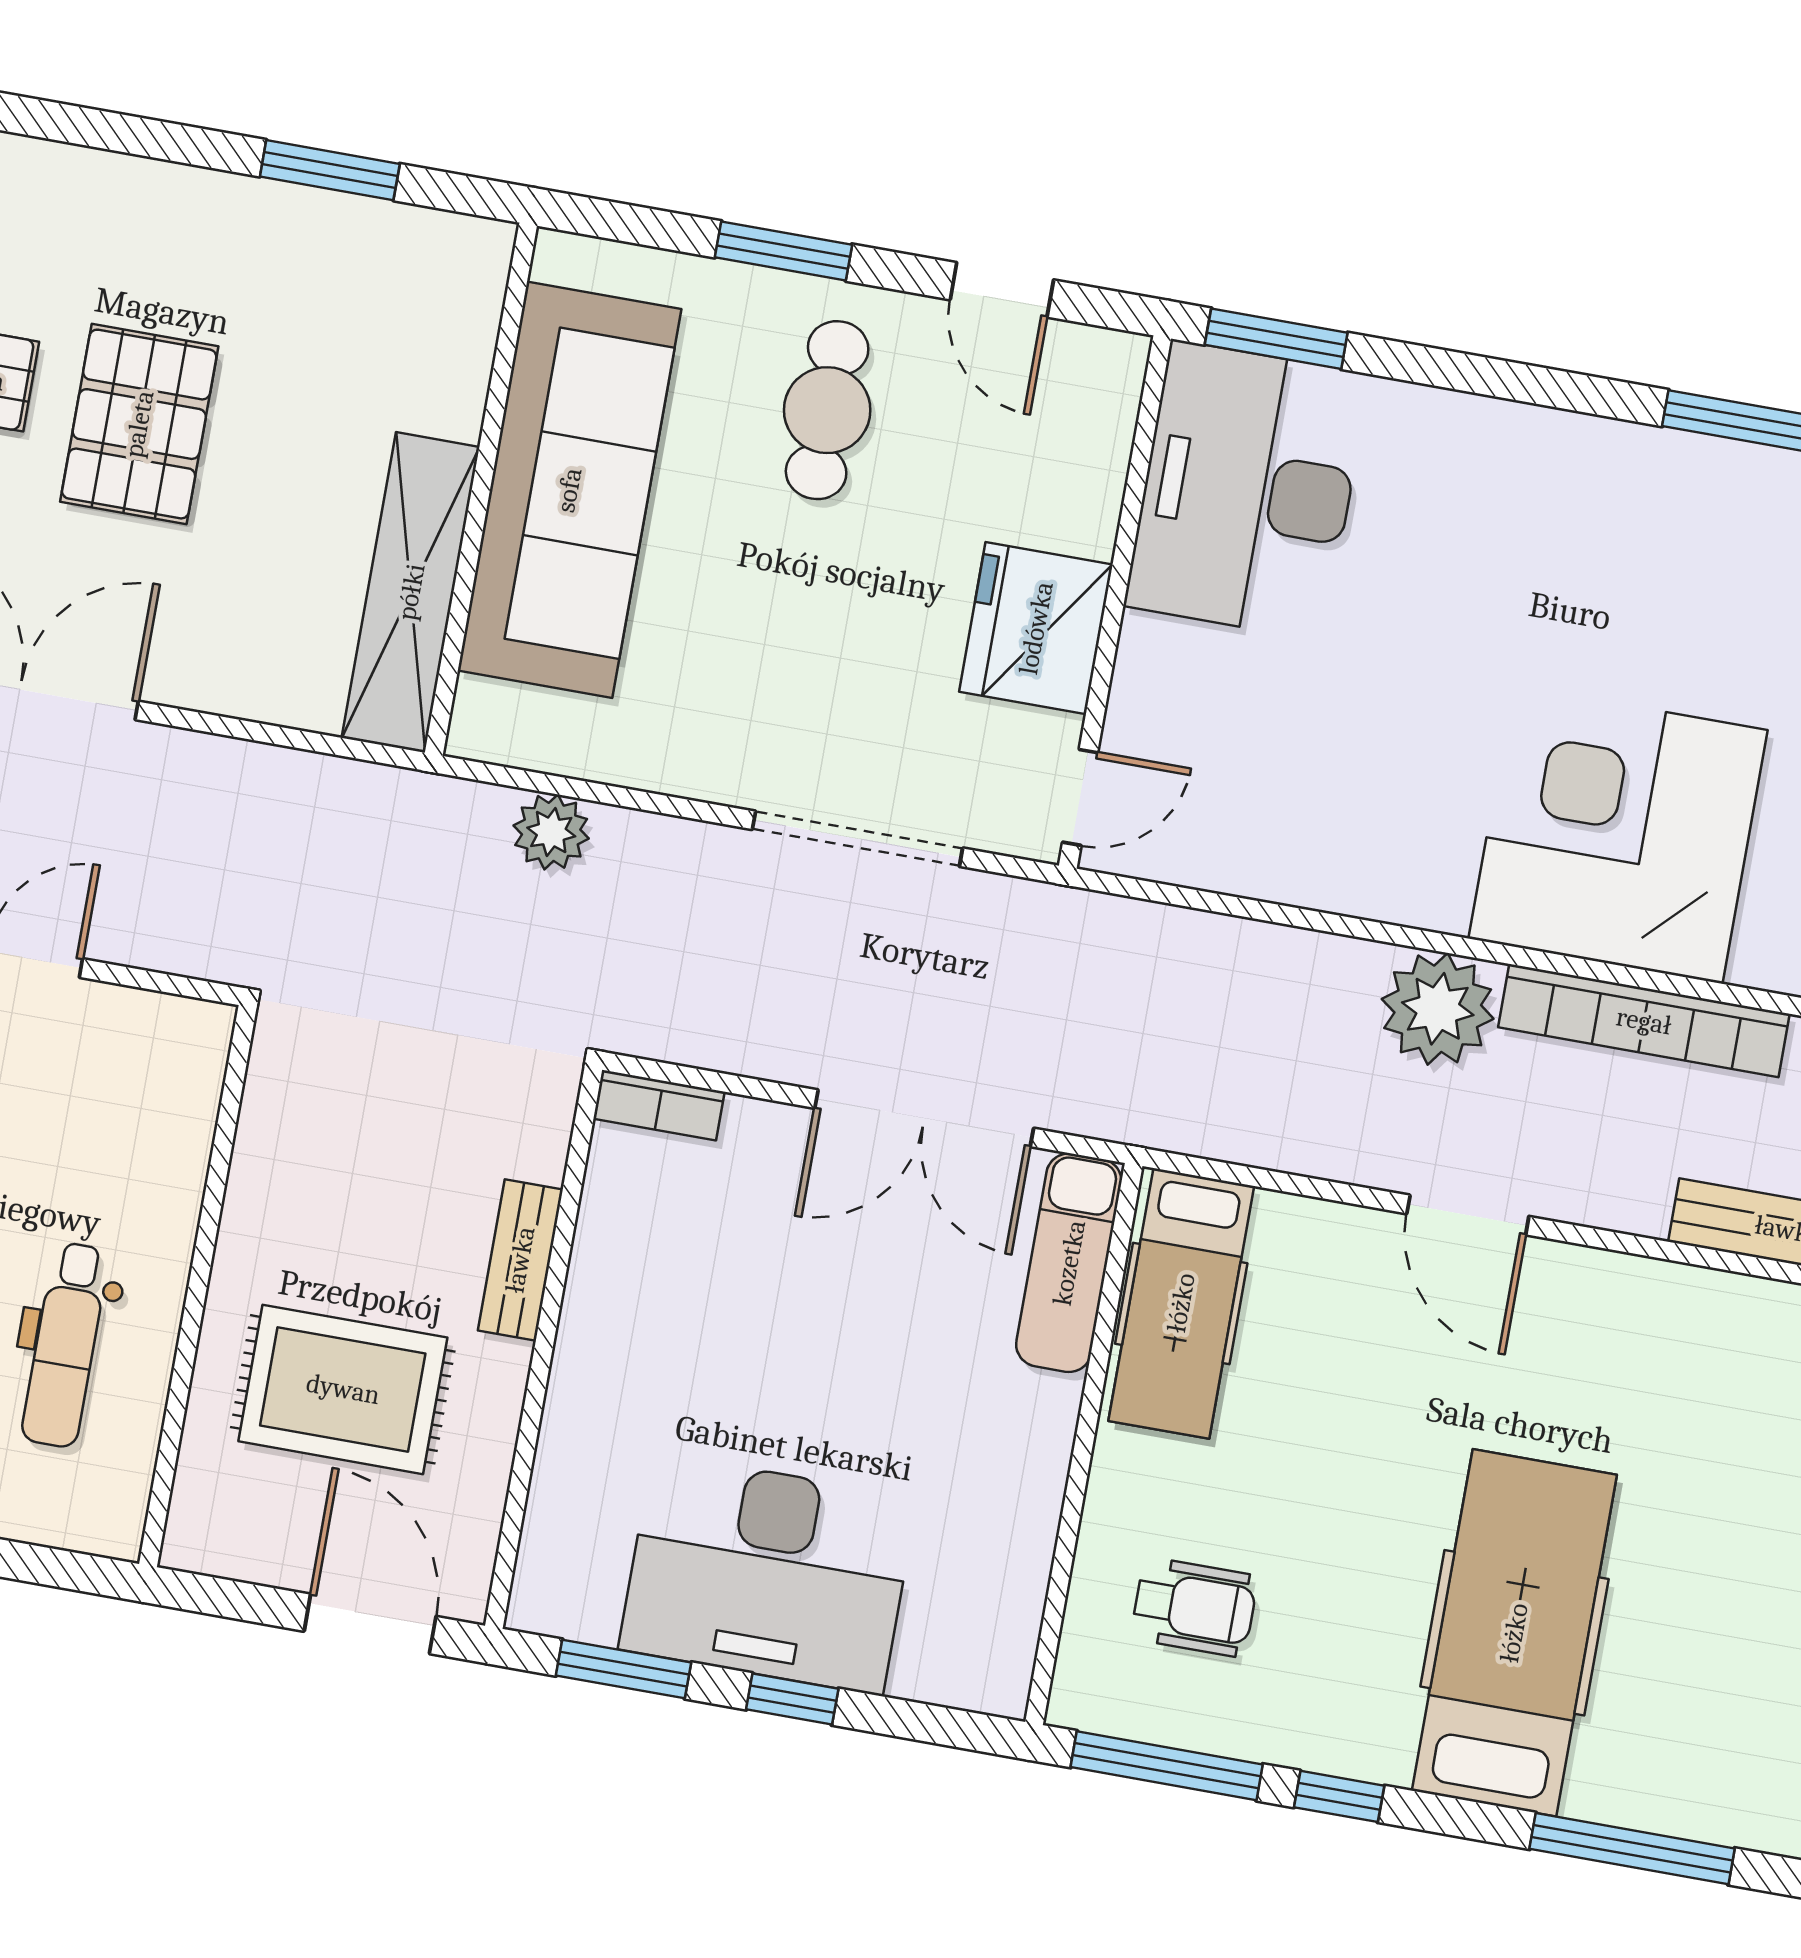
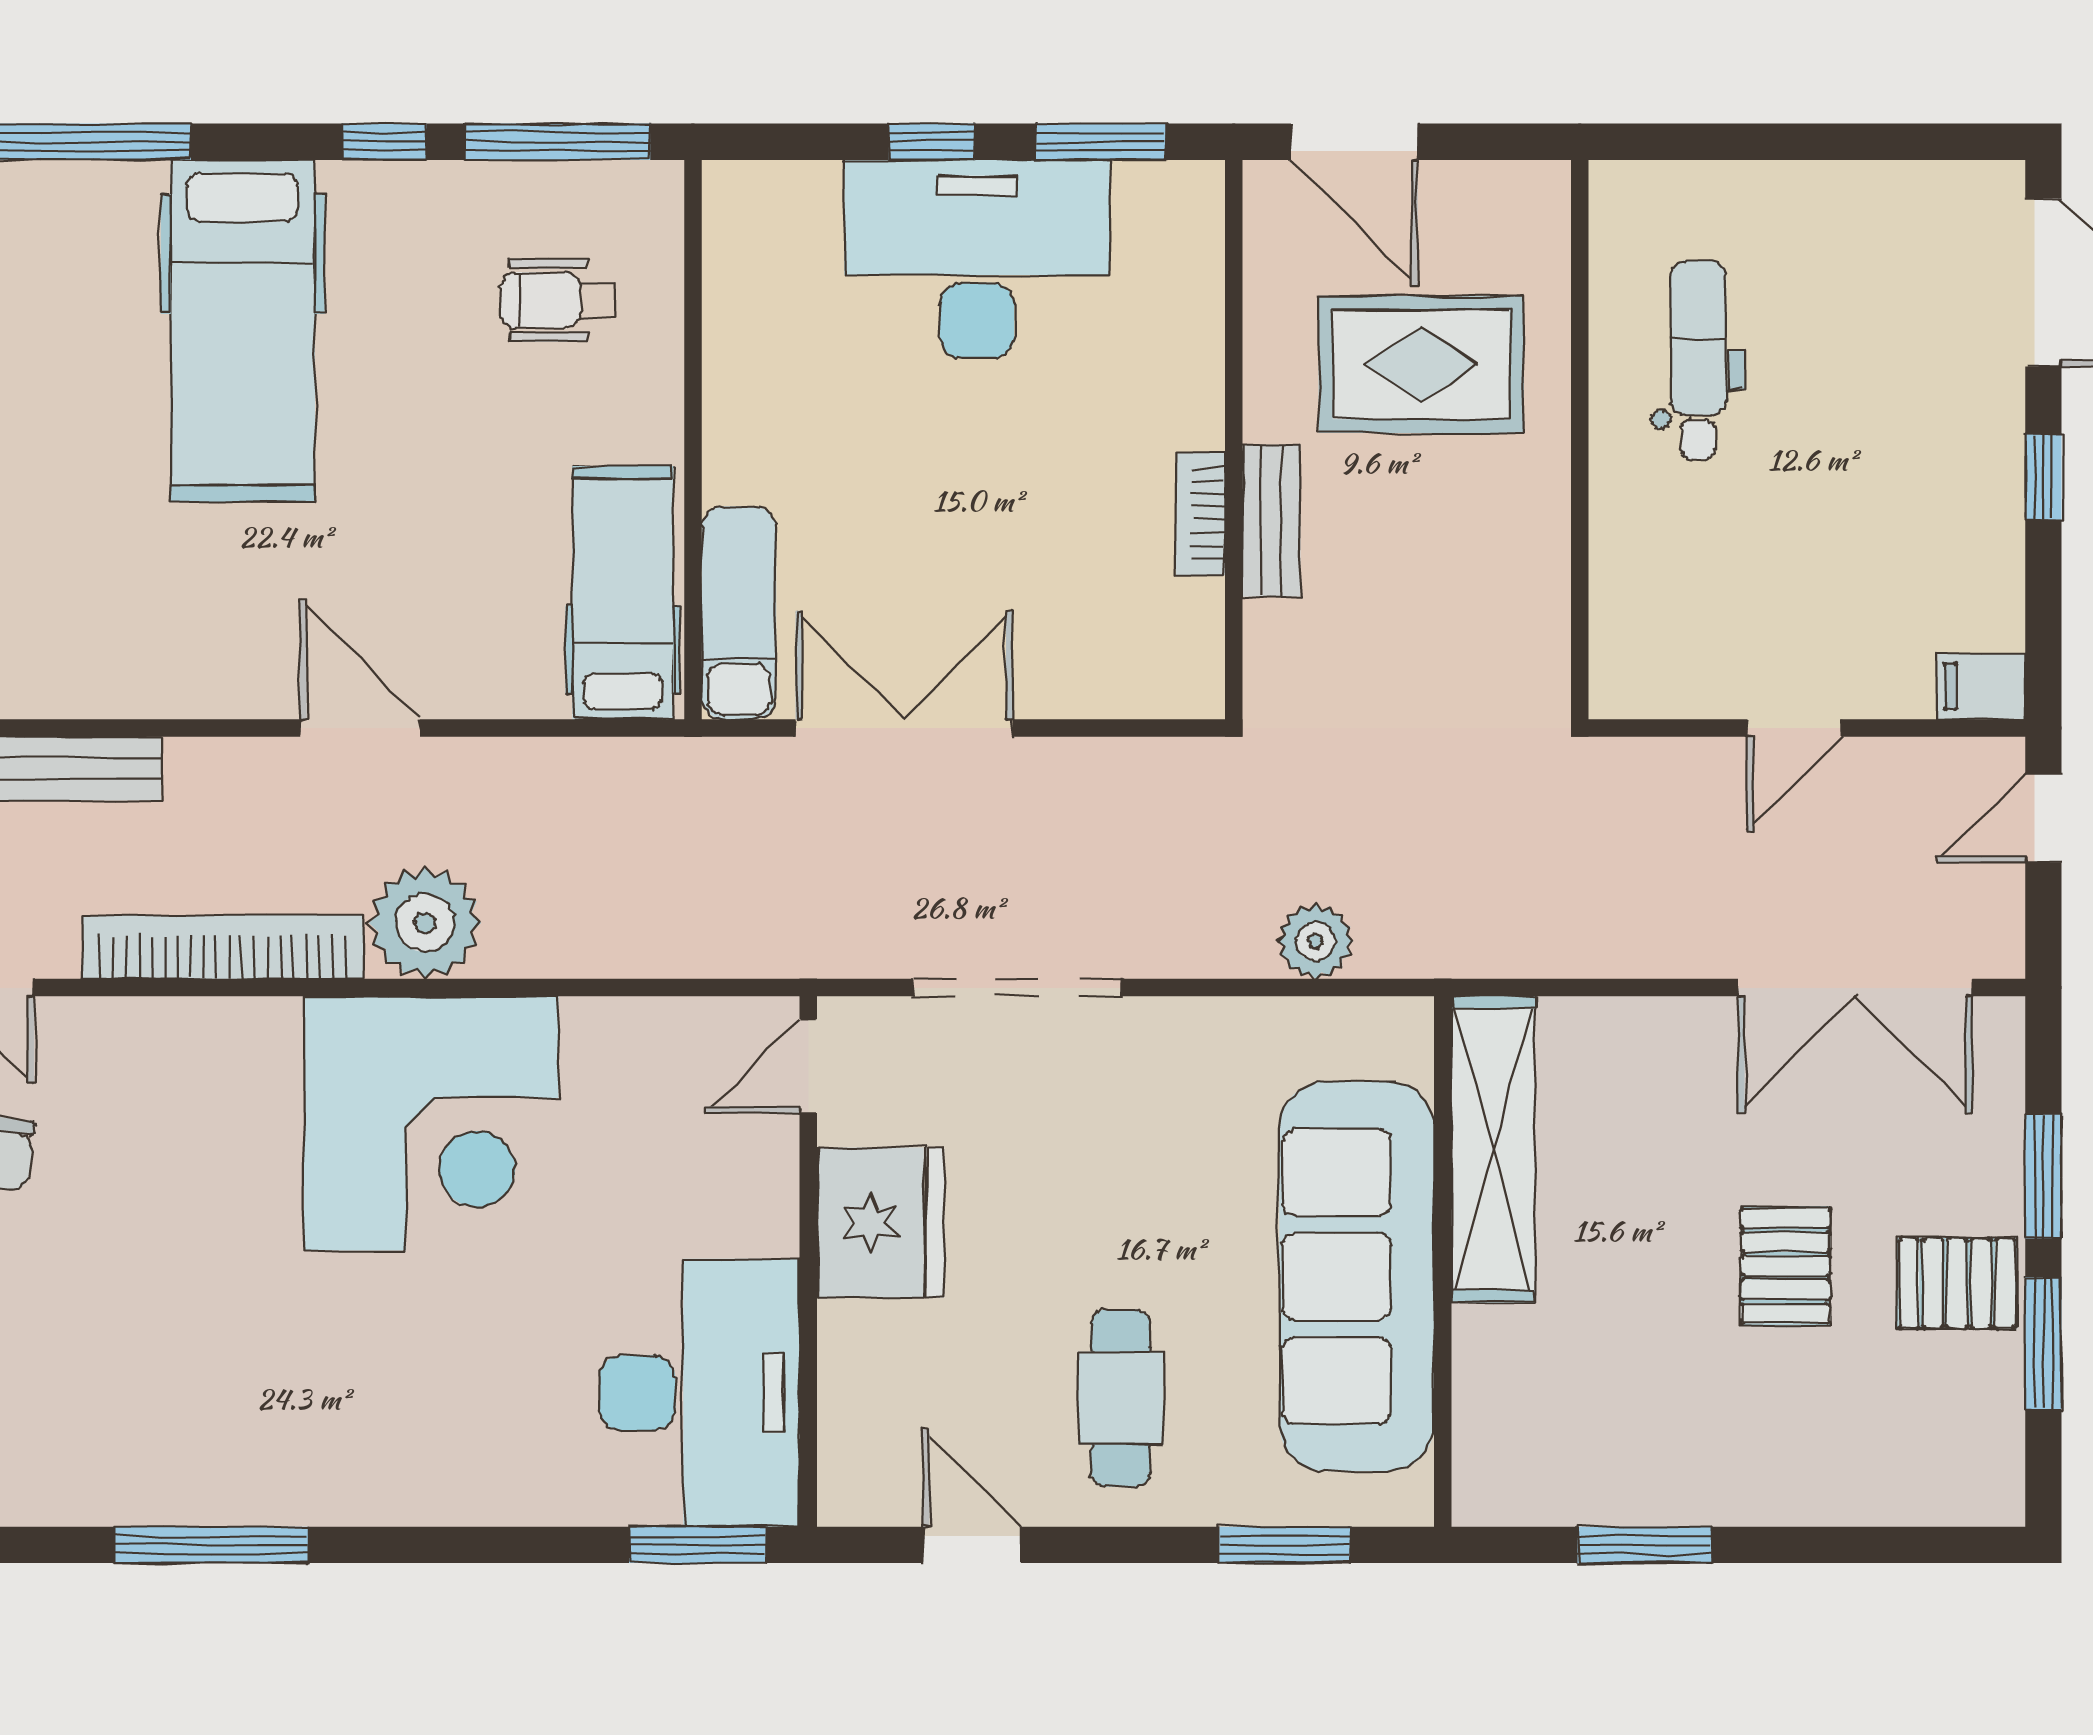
window: (783, 251) -> (1285, 1545), moved
pallet: (139, 424) -> (1786, 1266), width x0.67, depth x0.71
corner desk: (1618, 834) -> (431, 1123), moved
bookcase: (659, 1105) -> (1200, 514), moved, turned -90

